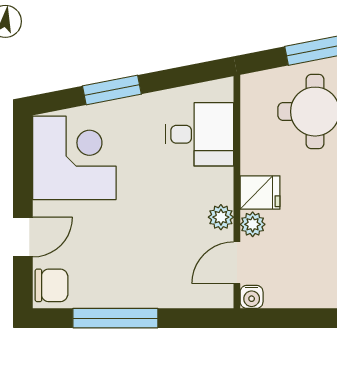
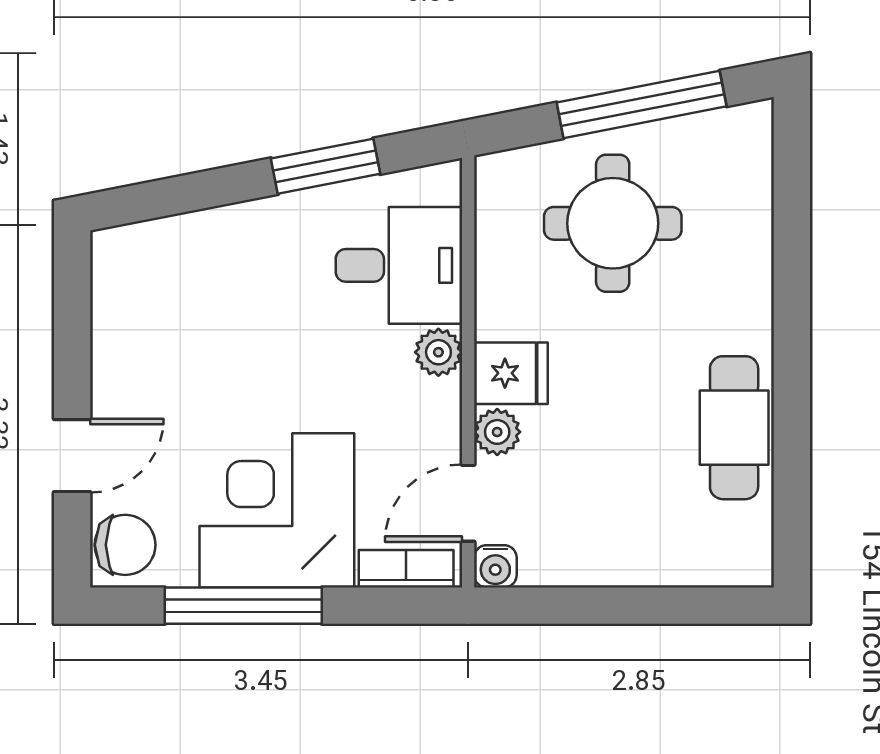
window: (112, 90) -> (326, 166), moved
corner desk: (74, 158) -> (277, 510), moved, turned -90
plant: (221, 217) -> (438, 352), moved
bookcase: (203, 298) -> (406, 569), added

